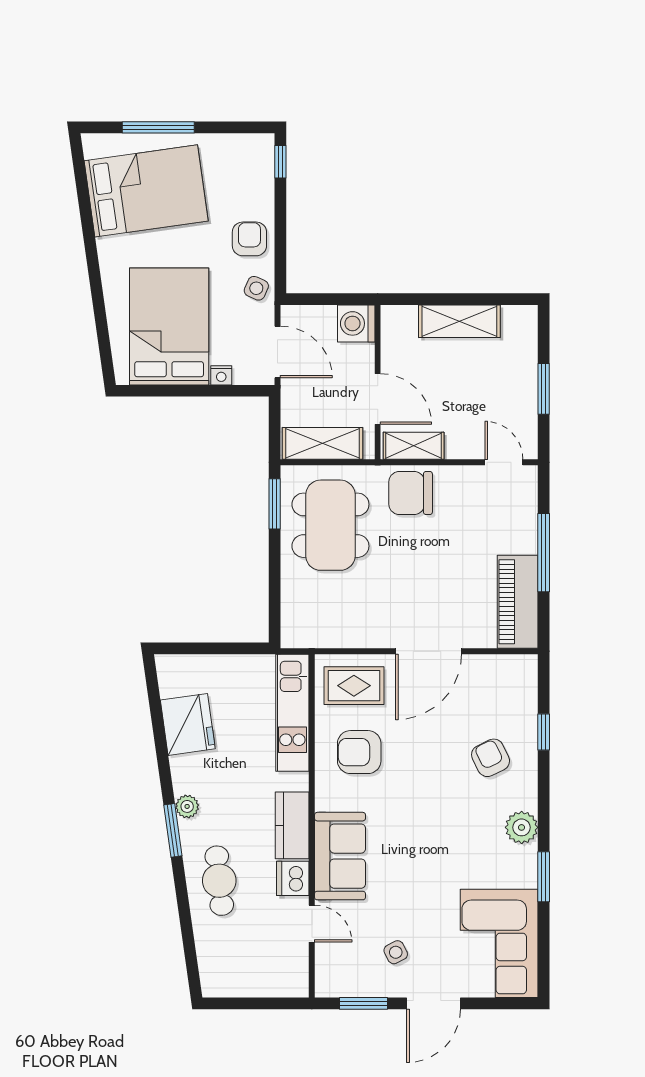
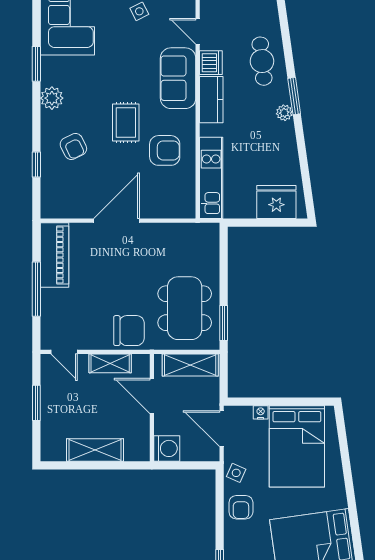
shelving: (414, 446) -> (110, 363), moved
rug: (354, 686) -> (126, 123), moved, turned 90
fridge: (188, 724) -> (276, 202), moved, turned 98

